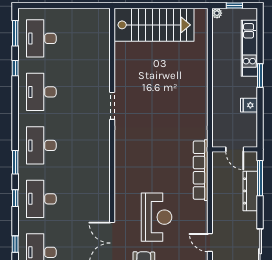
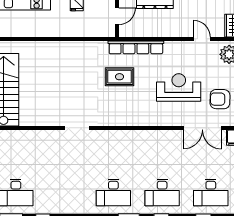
desk: (41, 92) -> (65, 192), removed
rug: (168, 152) -> (119, 77), added
door: (210, 243) -> (202, 39), swing flipped

